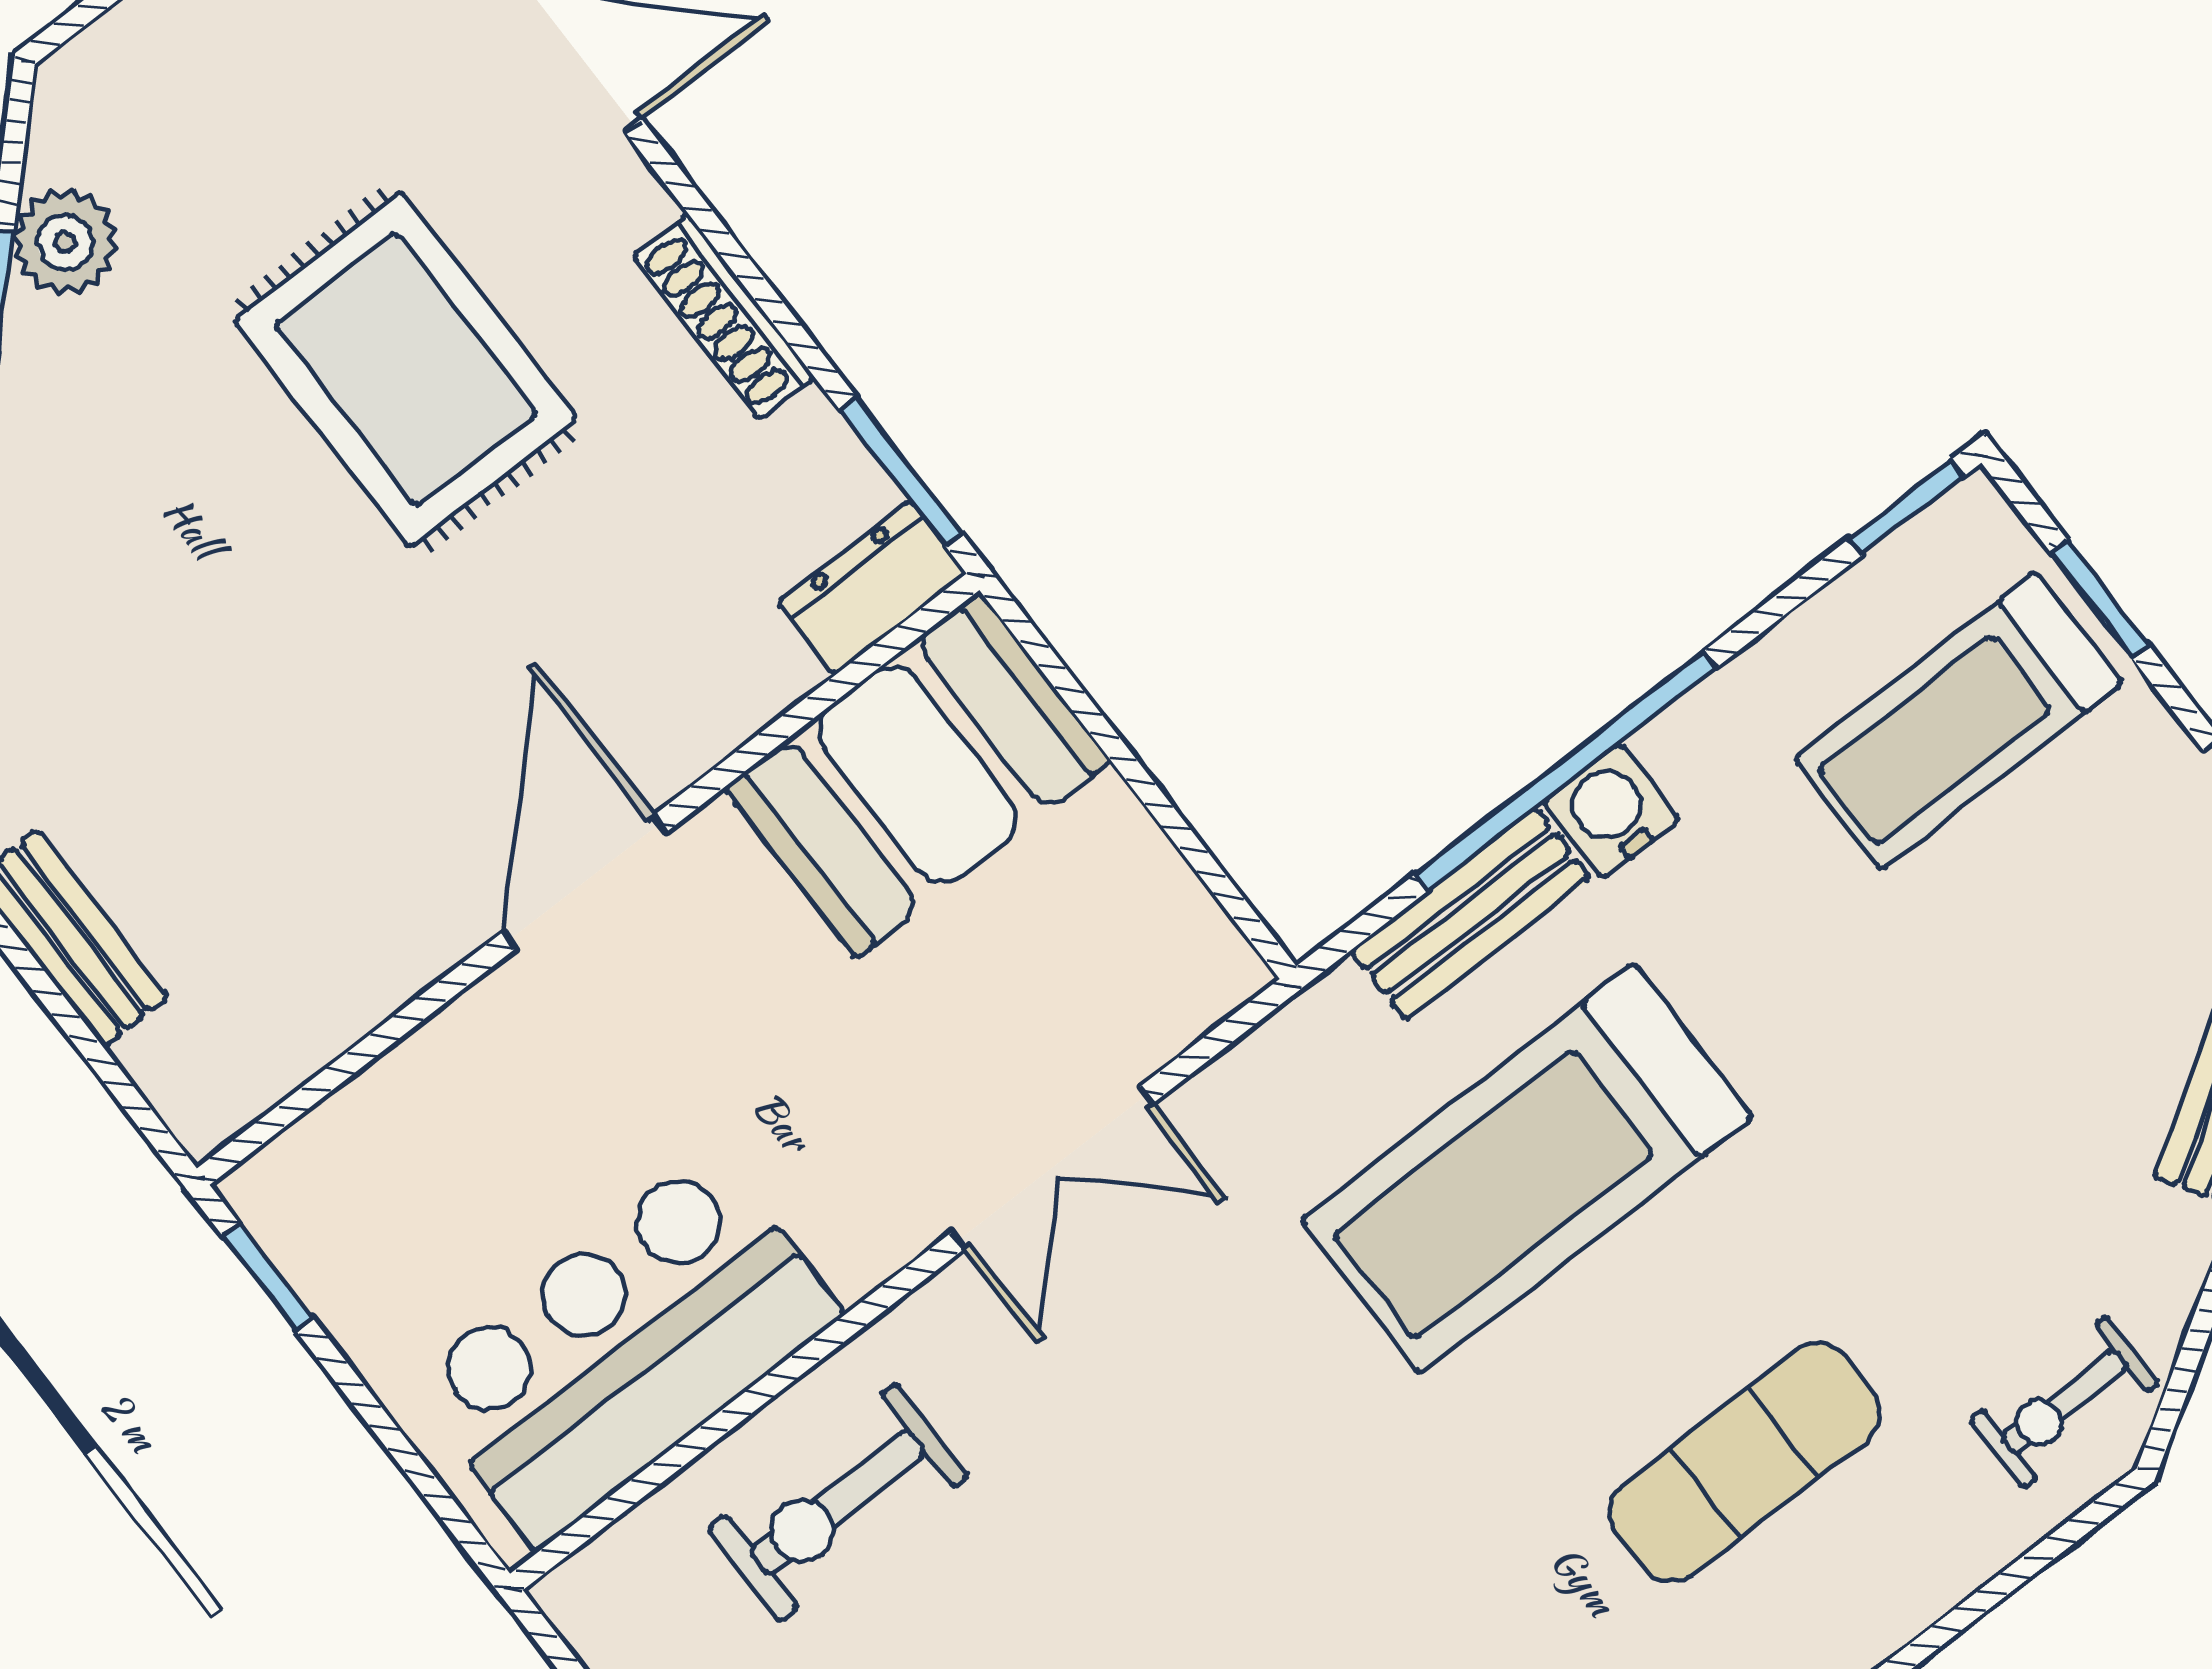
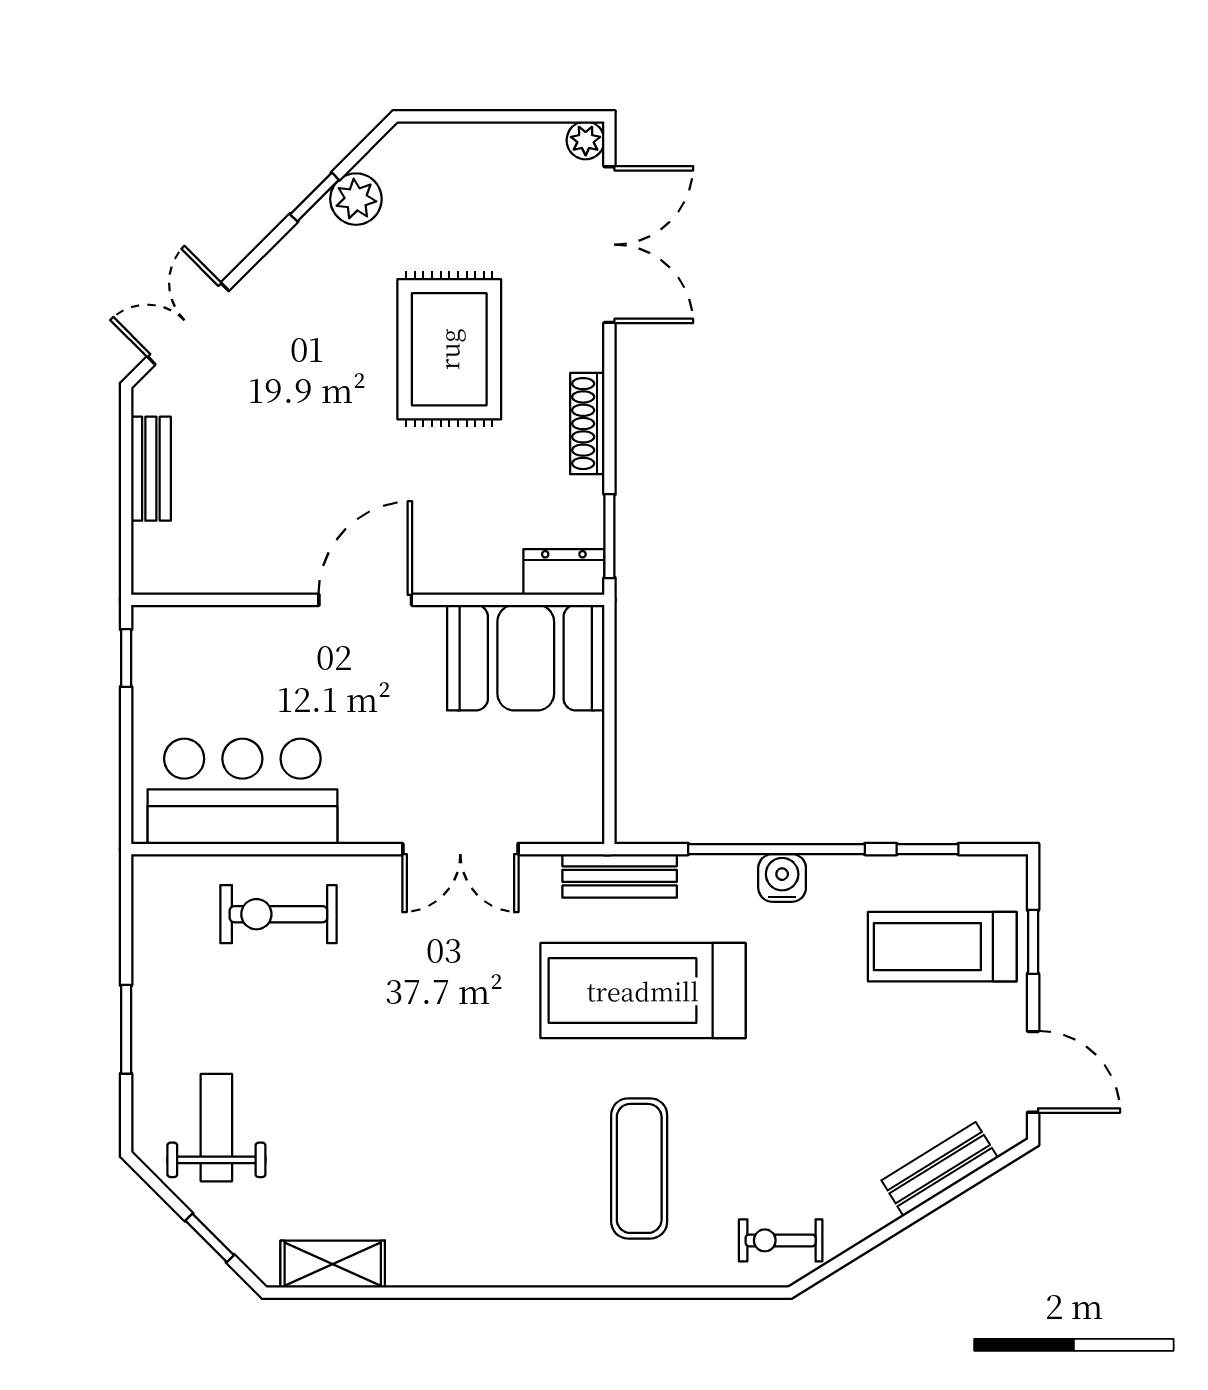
window: (1907, 507) -> (927, 849), moved
bench: (1470, 914) -> (620, 876), moved
exercise mat: (1744, 1463) -> (639, 1168), turned 90

